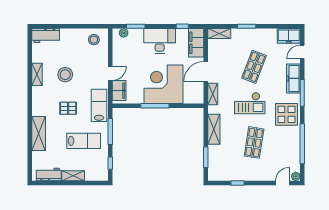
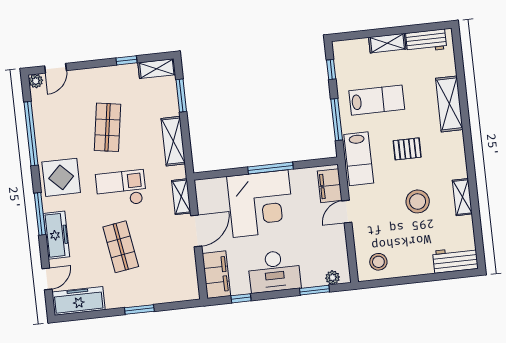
shelving: (219, 34) -> (157, 69), moved
freezer: (289, 36) -> (79, 301), width x1.40
shop shelf: (254, 67) -> (121, 247), turned -30
lab bench: (84, 141) -> (377, 100), turned 180

